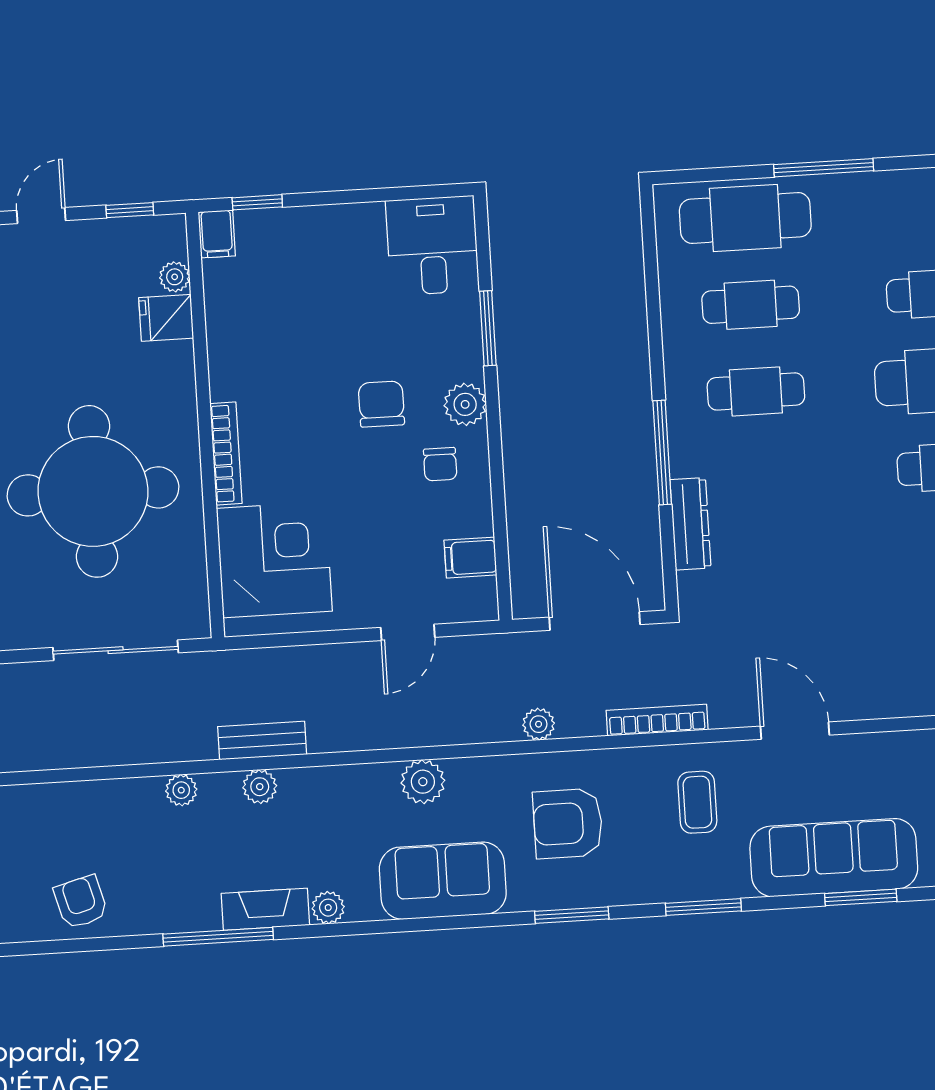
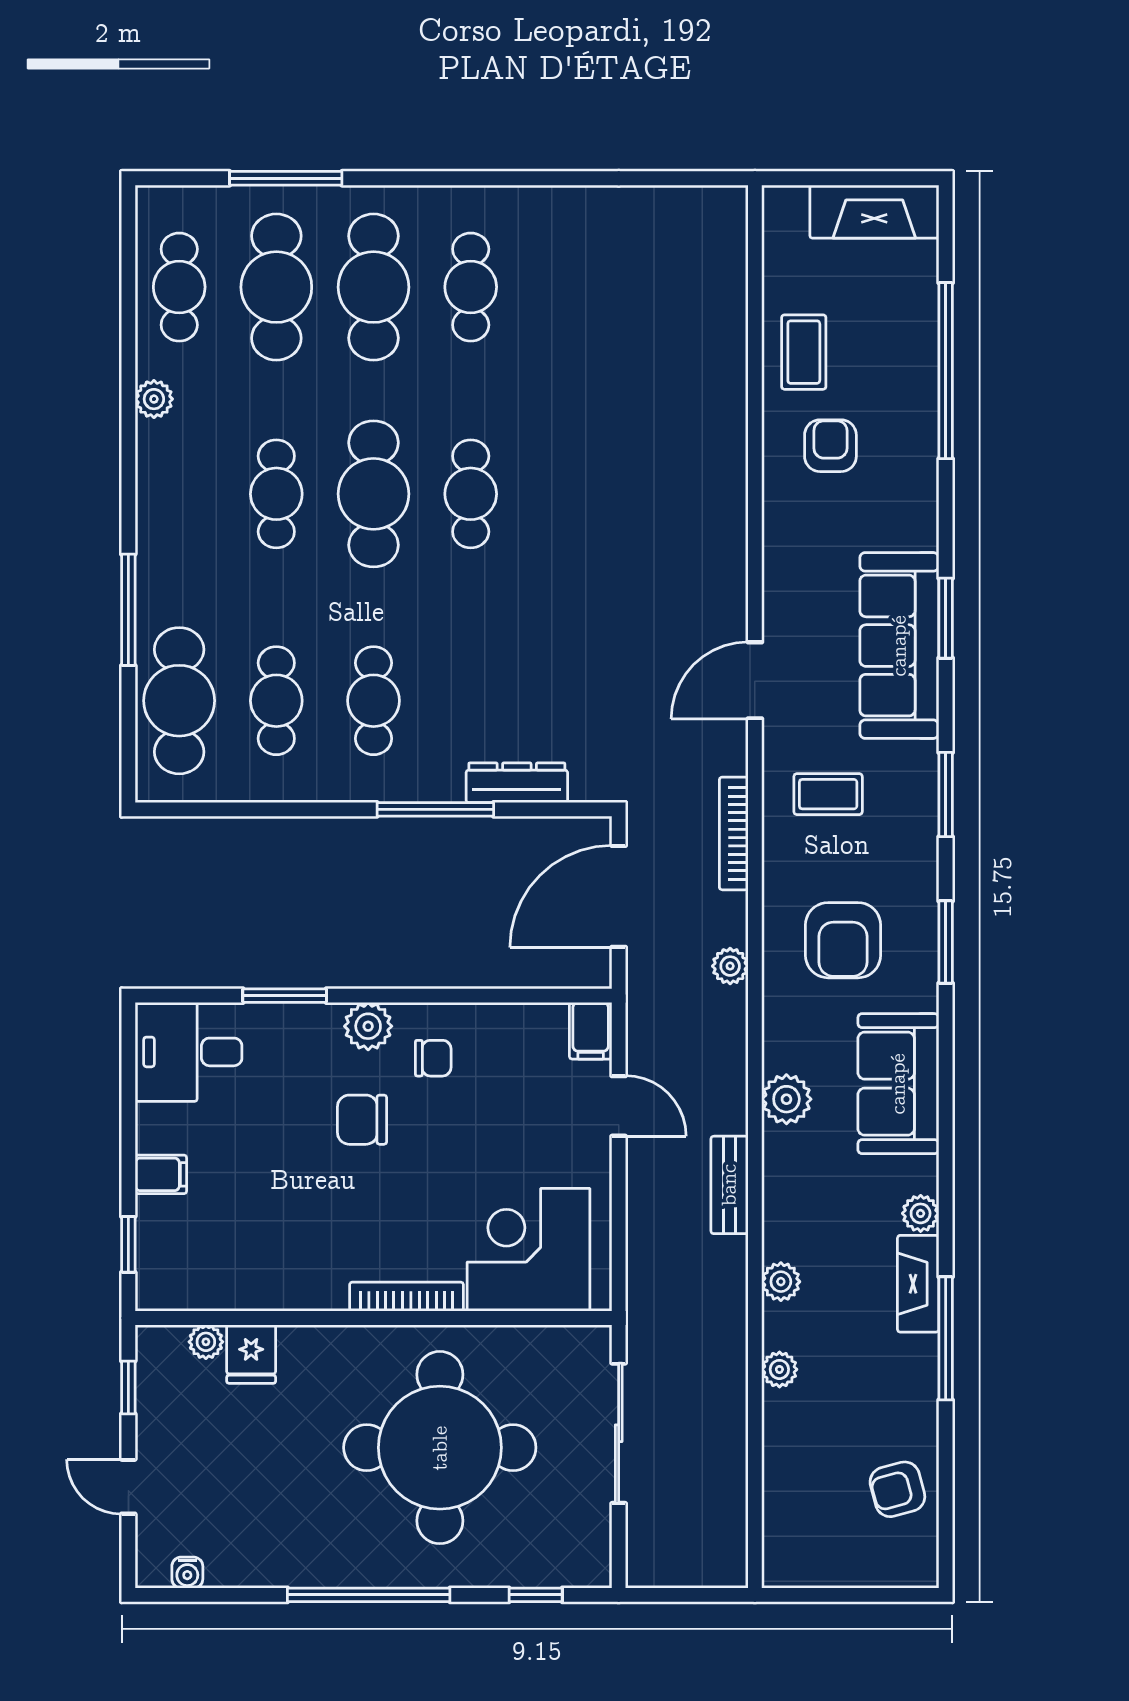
filing cabinet: (217, 234) -> (161, 1174), moved
filing cabinet: (470, 558) -> (591, 1031), moved
bench: (262, 740) -> (729, 1185), moved

